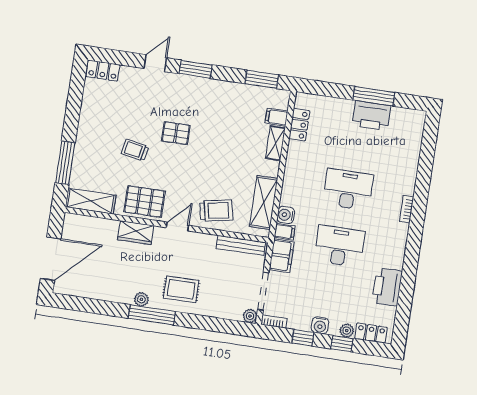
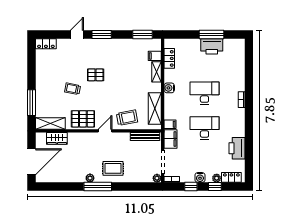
water cooler: (286, 215) -> (169, 88), moved
wardrobe: (136, 233) -> (57, 138), moved

